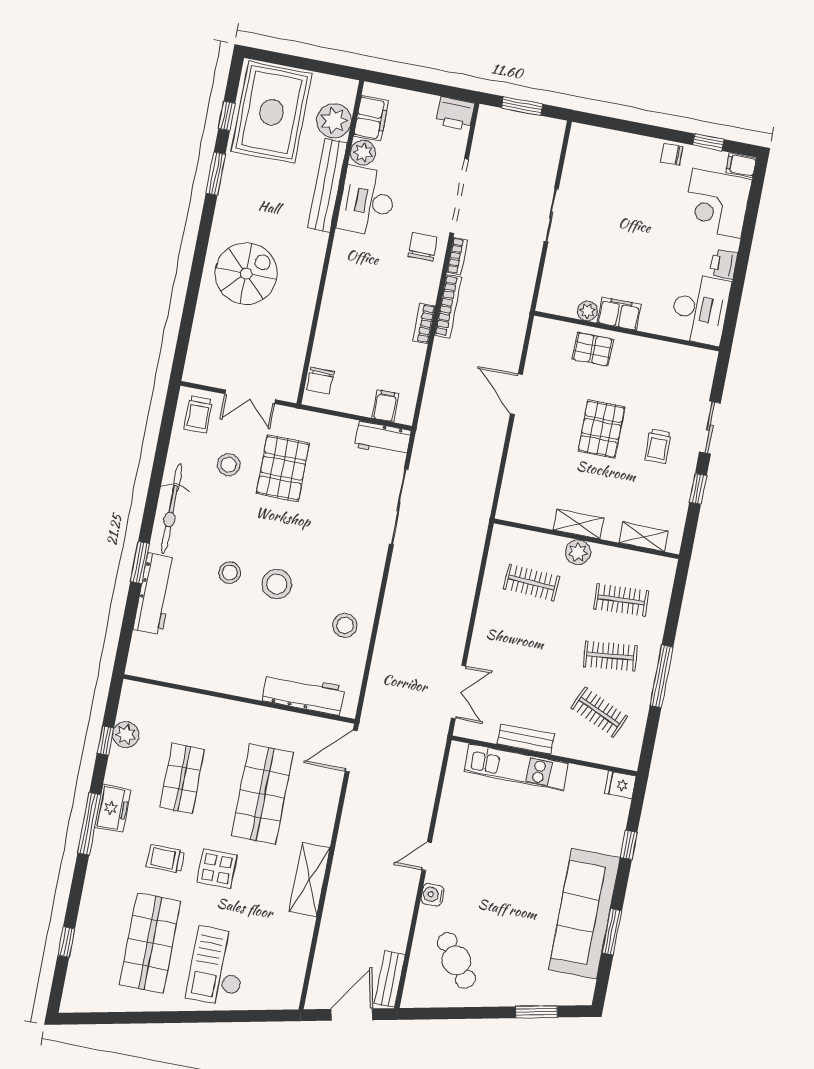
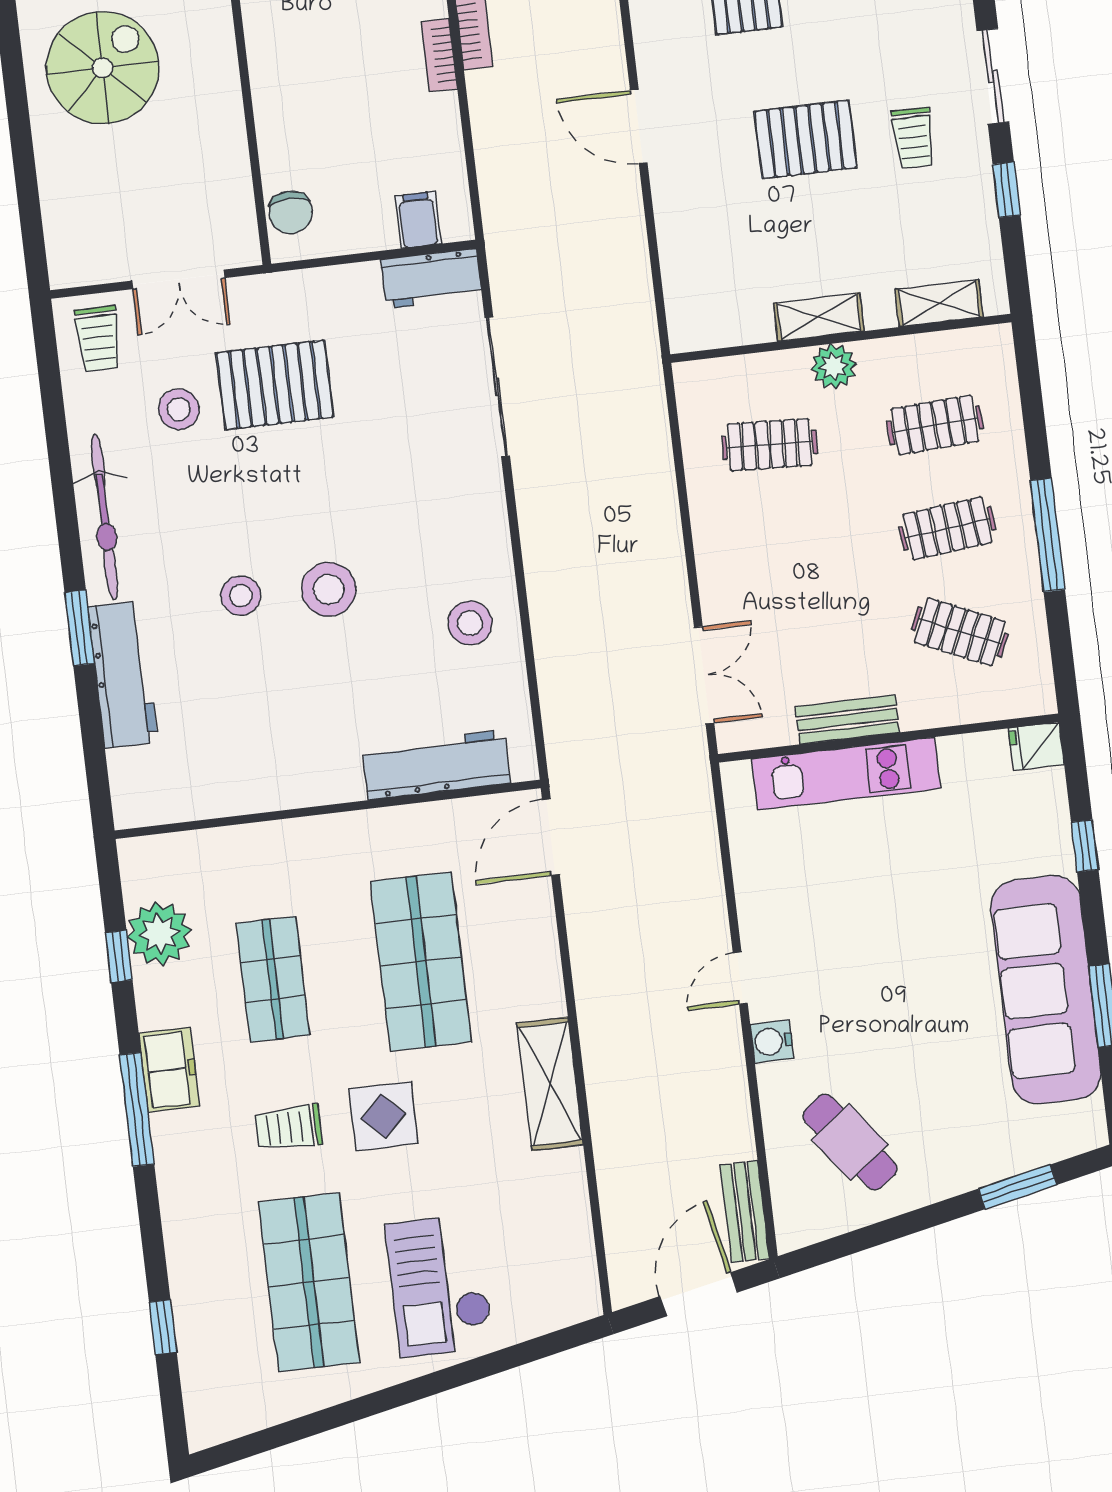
pallet: (601, 429) -> (805, 139), turned 90
pallet: (283, 468) -> (275, 385), turned 90
plant: (126, 735) -> (159, 933), width x1.36, depth x1.36

